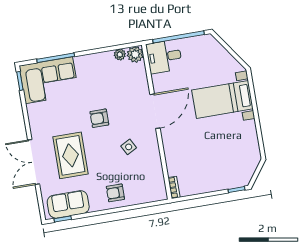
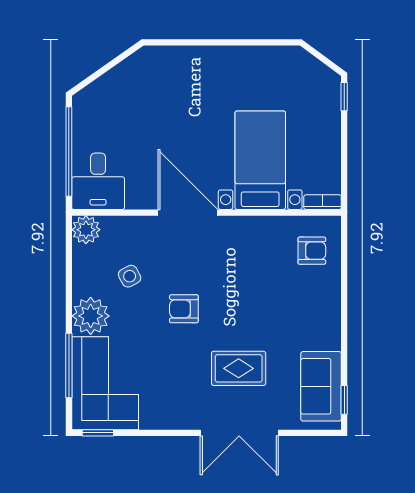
plant: (120, 55) -> (91, 316), moved, width x1.87, depth x1.87
bed with nightstands: (222, 99) -> (260, 160), moved, turned 180
armchair: (99, 118) -> (184, 309), turned 90
side table: (129, 147) -> (130, 276), moved
rug: (70, 155) -> (239, 368), width x0.73, depth x0.70
armchair: (115, 193) -> (312, 251), moved, turned -90

